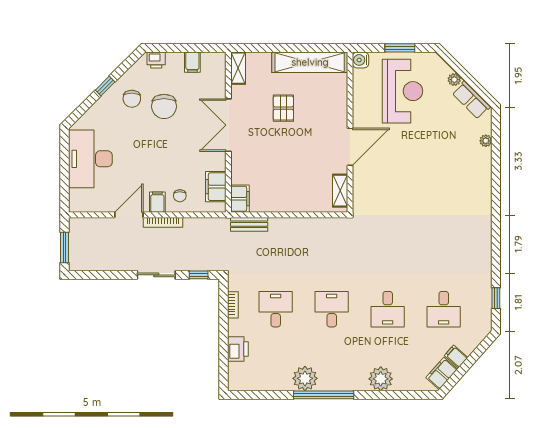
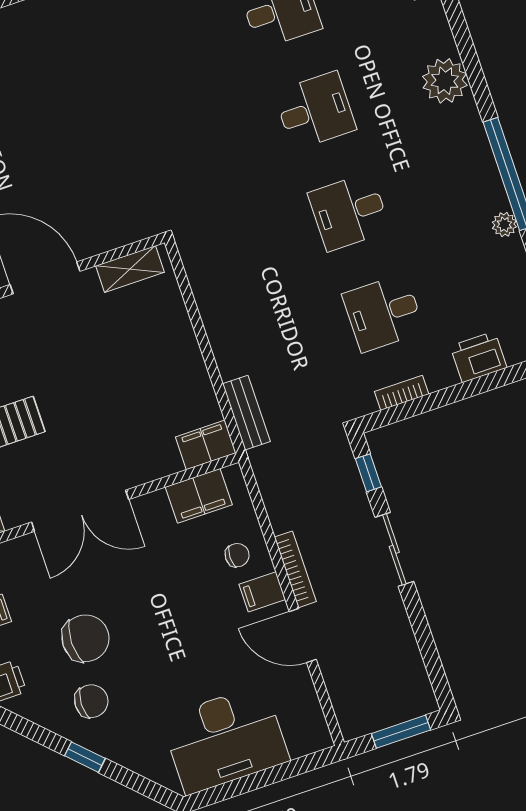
plant: (305, 378) -> (504, 224), width x0.53, depth x0.53

